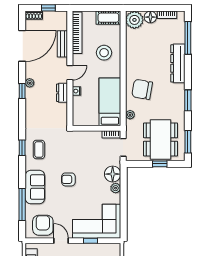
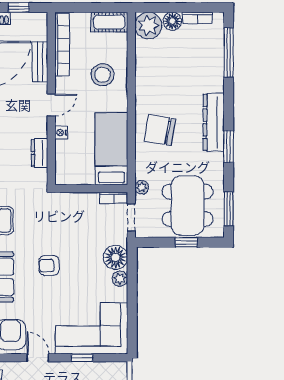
dresser: (178, 63) -> (214, 122), moved
dresser: (62, 93) -> (39, 153), moved
plant: (130, 115) -> (142, 187), moved

